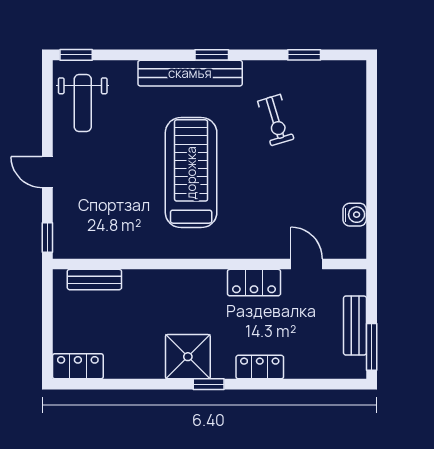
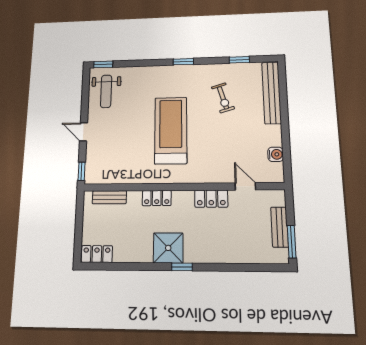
bench: (190, 73) -> (272, 93), moved, turned 90
locker: (260, 367) -> (157, 198), moved, turned 180

